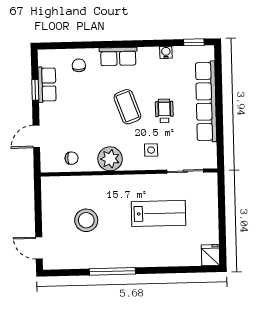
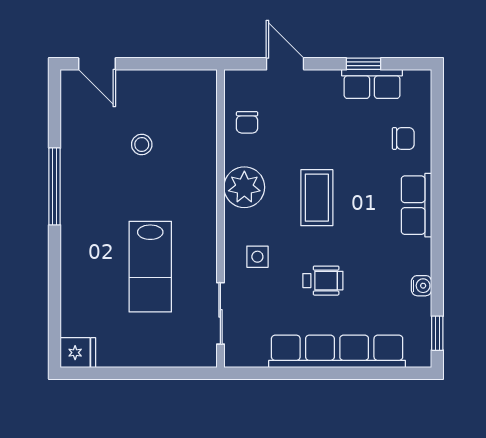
coffee table: (127, 107) -> (317, 198), moved, turned -70
stool: (86, 220) -> (142, 144), width x0.53, depth x0.53
door: (39, 248) -> (97, 64), swing flipped

